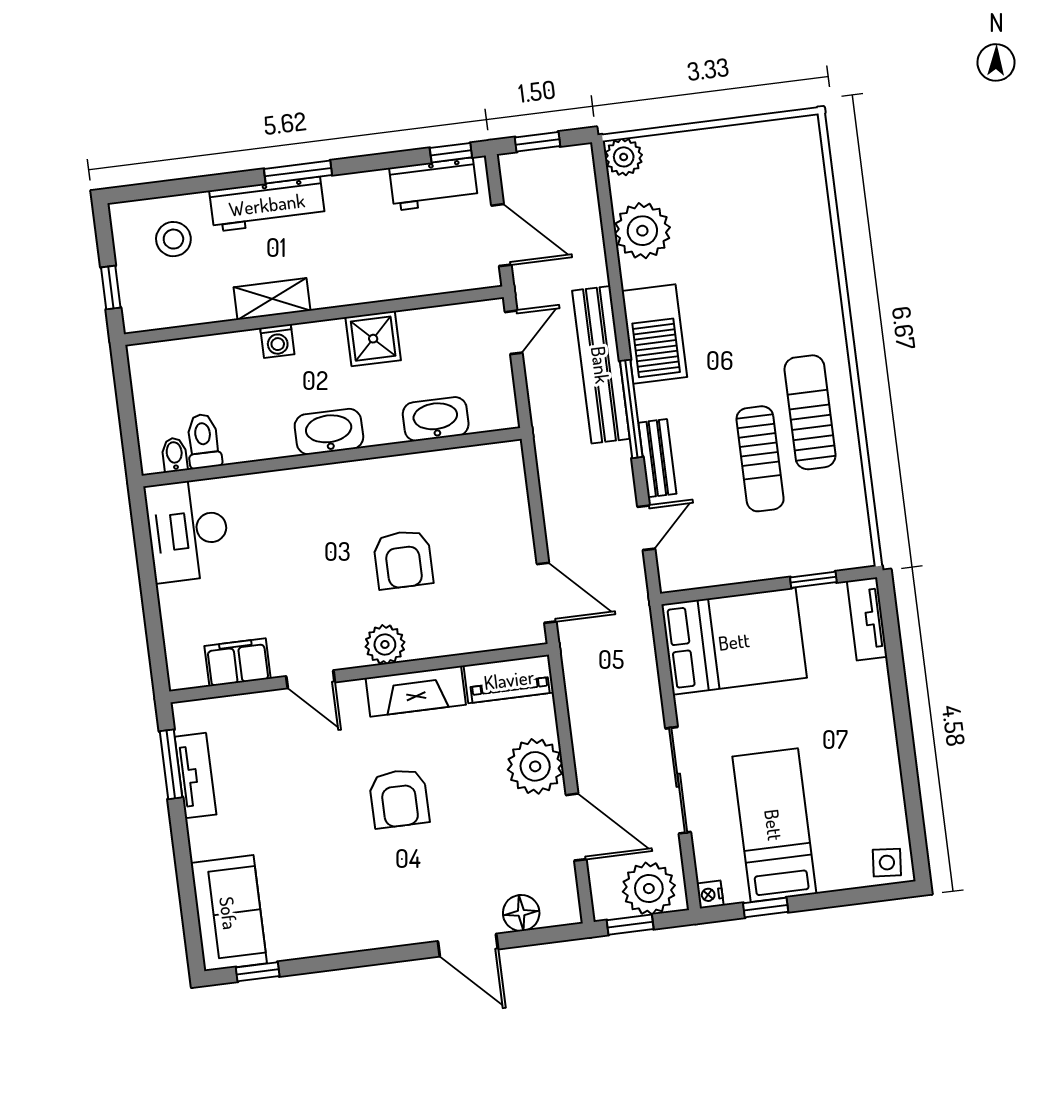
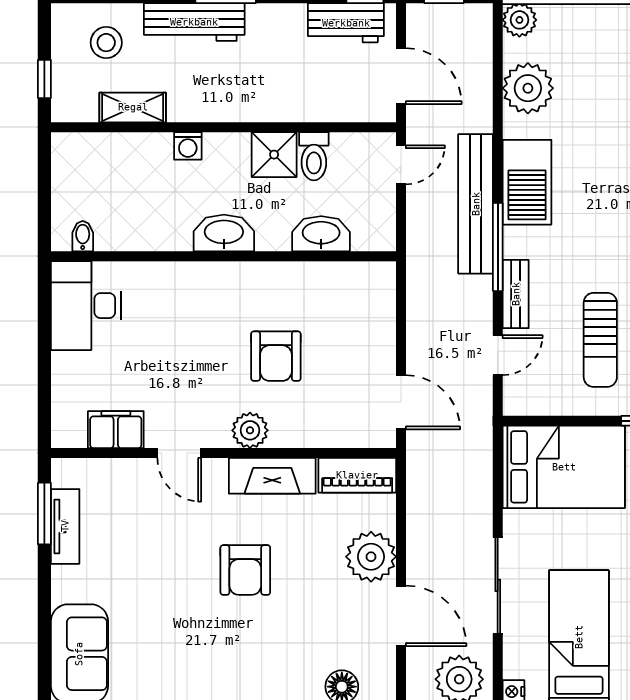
shelving: (272, 299) -> (133, 107), moved
toilet: (203, 441) -> (314, 156), moved, turned 180
sun lounger: (760, 459) -> (600, 340), moved

